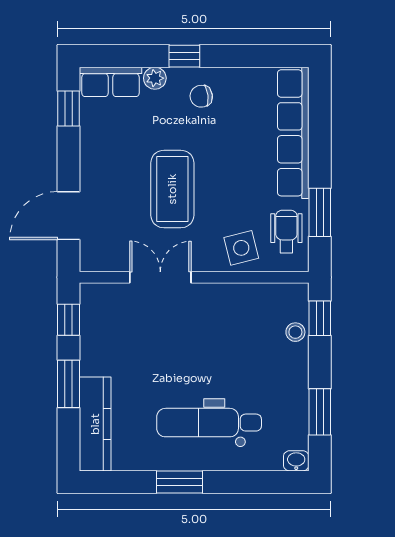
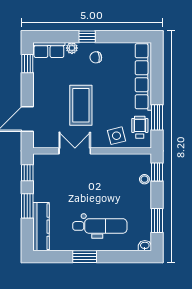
dental chair: (209, 423) -> (100, 226), turned 180

